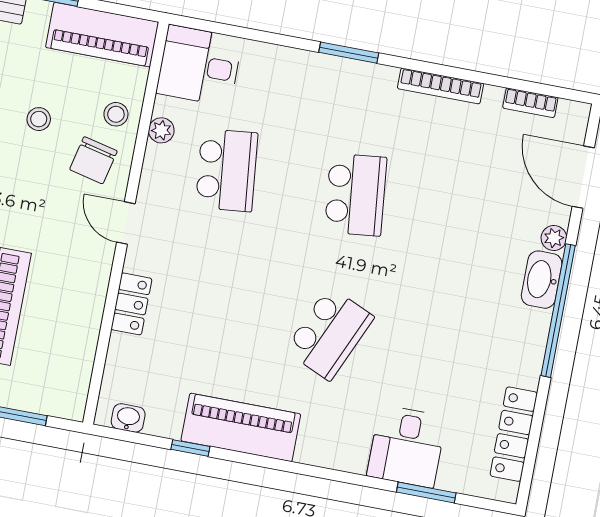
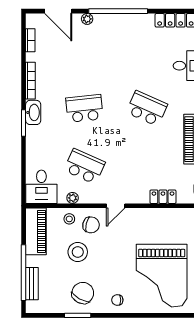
stool: (39, 119) -> (78, 252), width x1.89, depth x1.89
school desk: (227, 170) -> (84, 166), turned 30
door: (583, 177) -> (58, 11), hinge flipped
washbasin: (542, 280) -> (33, 112), moved, turned -90
locker: (131, 304) -> (163, 197), moved

